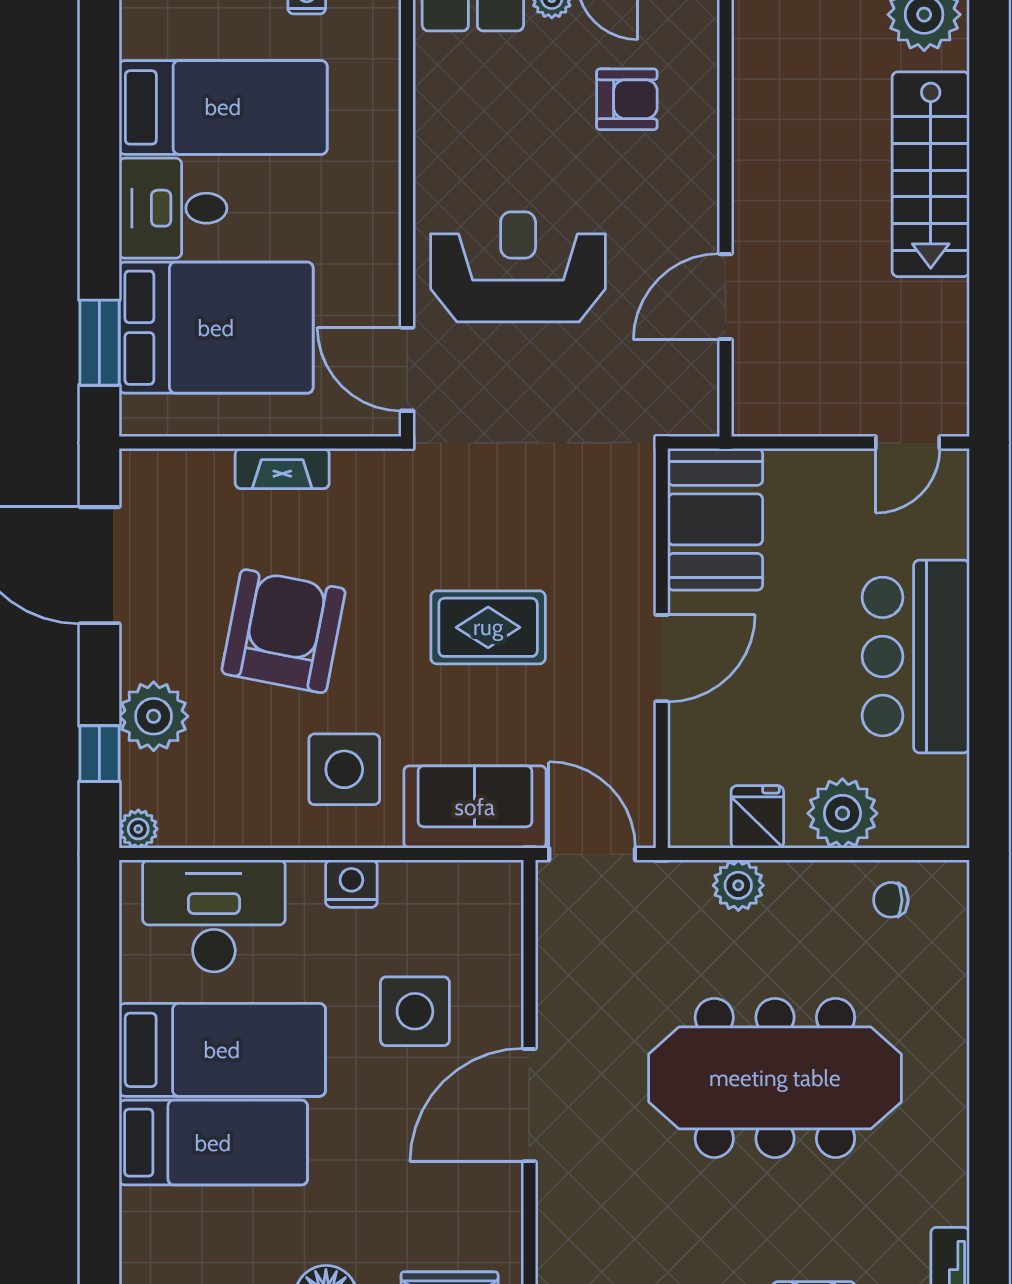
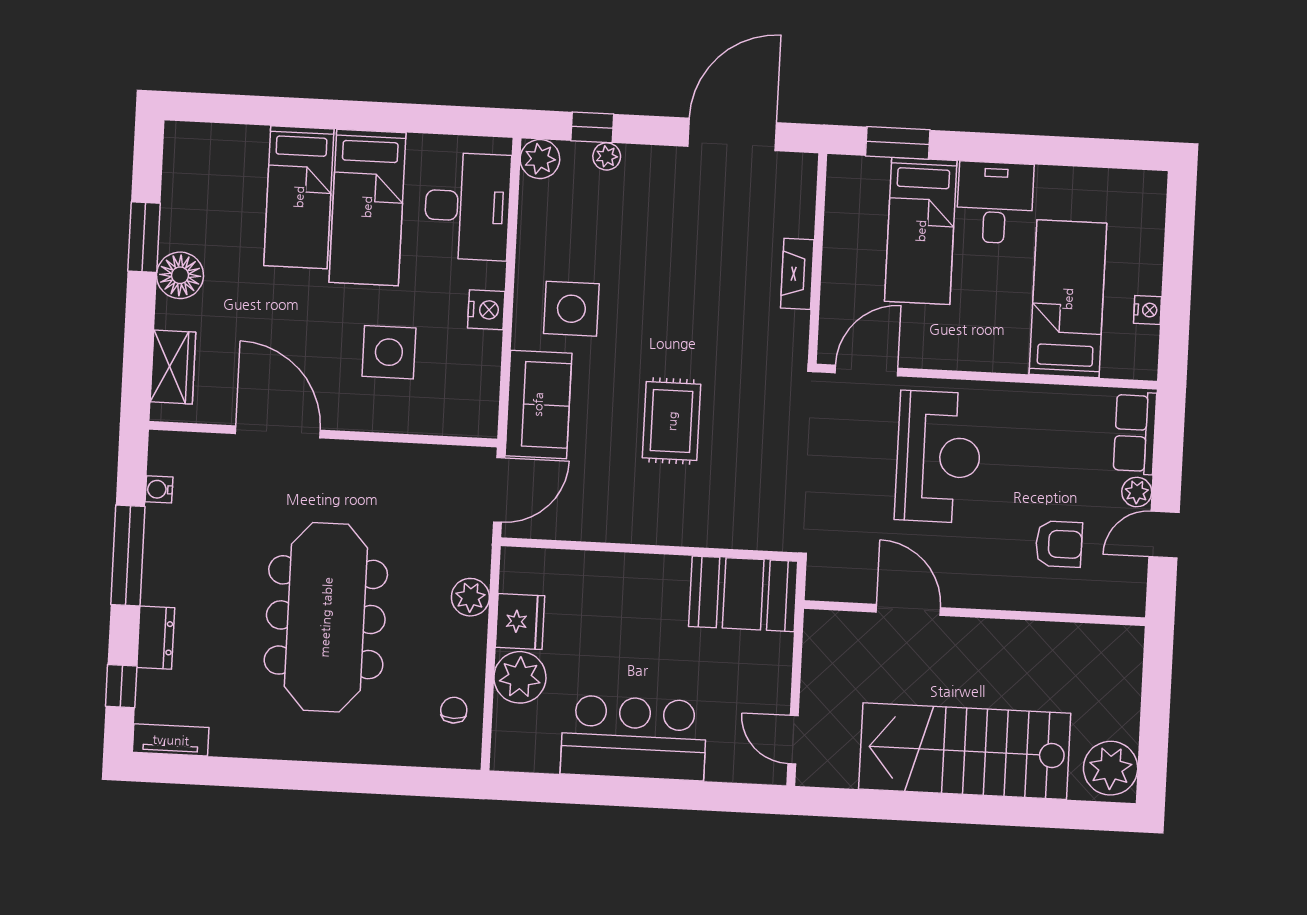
armchair: (627, 99) -> (1059, 544), turned -90
bed: (223, 107) -> (1068, 299), moved, turned 180
stairs: (931, 174) -> (965, 751), width x1.36, depth x1.51
bed: (216, 328) -> (921, 231), width x0.67
armchair: (284, 631) -> (676, 269), removed
door: (662, 658) -> (642, 549), removed
plant: (154, 716) -> (607, 156), width x0.53, depth x0.53
fridge: (757, 817) -> (520, 621), width x1.38
plant: (138, 829) -> (540, 159), width x1.38, depth x1.38
door: (529, 1105) -> (278, 432), moved

